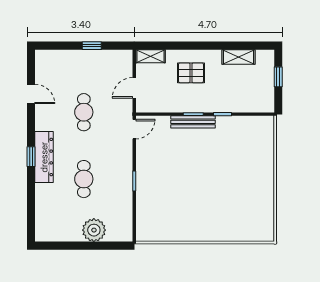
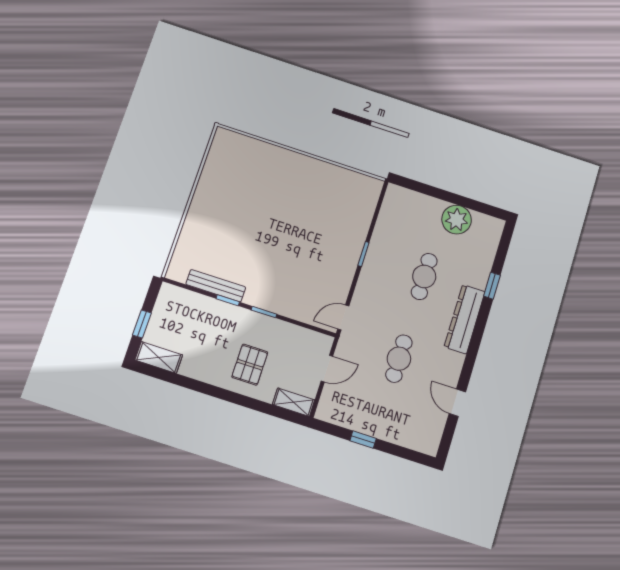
shelving: (238, 57) -> (159, 357), moved
pallet: (191, 73) -> (250, 365), turned 90
bench: (193, 122) -> (216, 286), moved
window: (31, 157) -> (492, 286), moved
plant: (94, 230) -> (457, 220), moved

